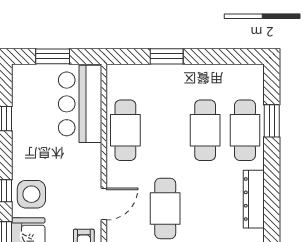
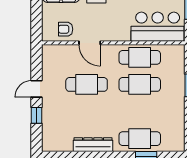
cafe table: (205, 130) -> (140, 84), moved

